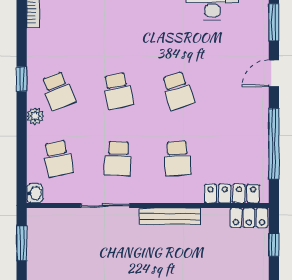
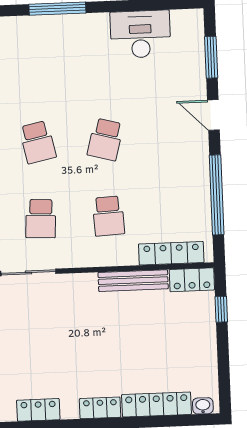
door: (274, 73) -> (213, 115), hinge flipped
school desk: (178, 91) -> (105, 139), turned 33
bench: (170, 216) -> (133, 281), moved

